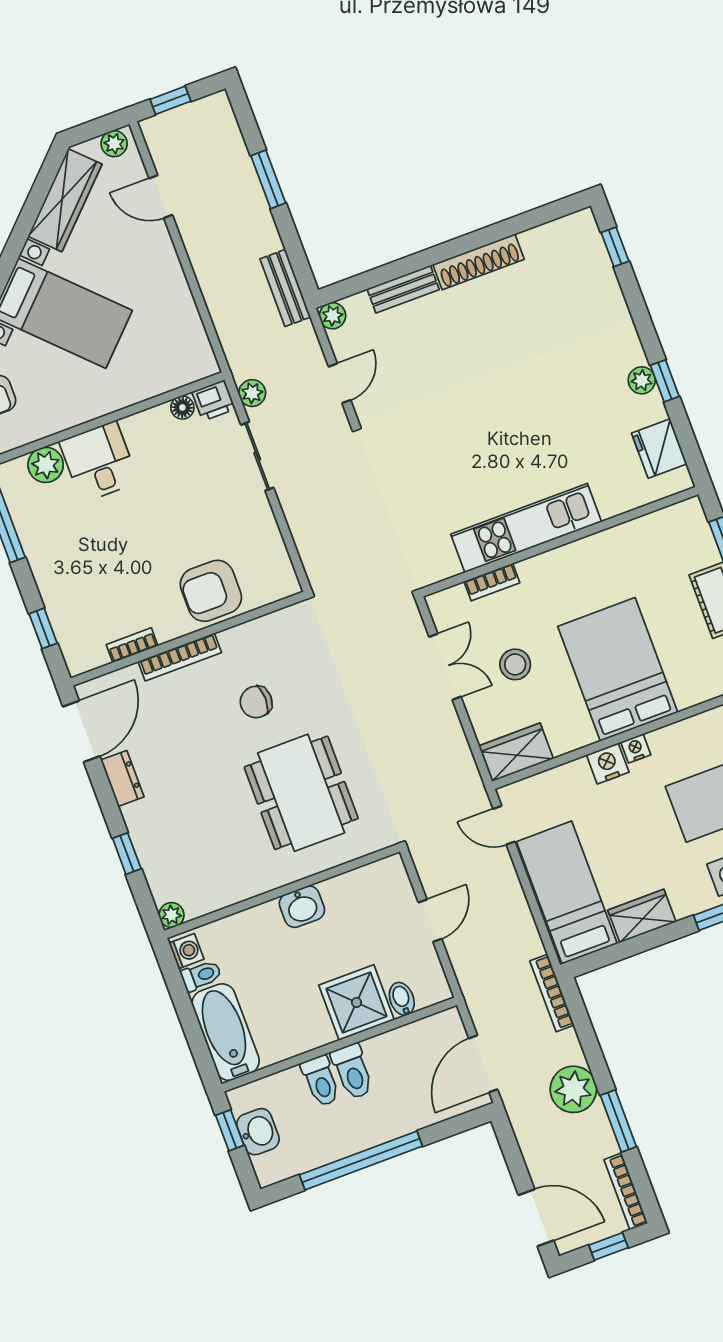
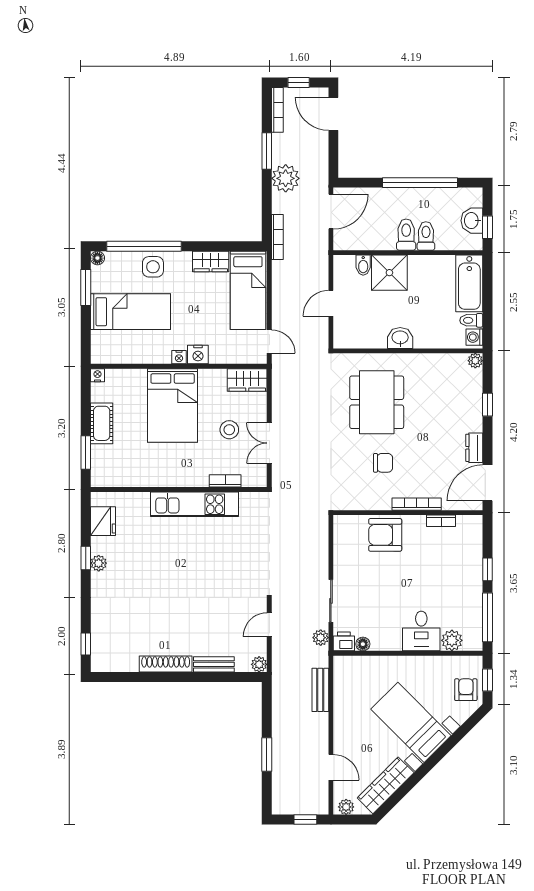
bench: (285, 288) -> (320, 690), moved
armchair: (211, 591) -> (385, 535), turned 180
window: (43, 628) -> (488, 569), moved

